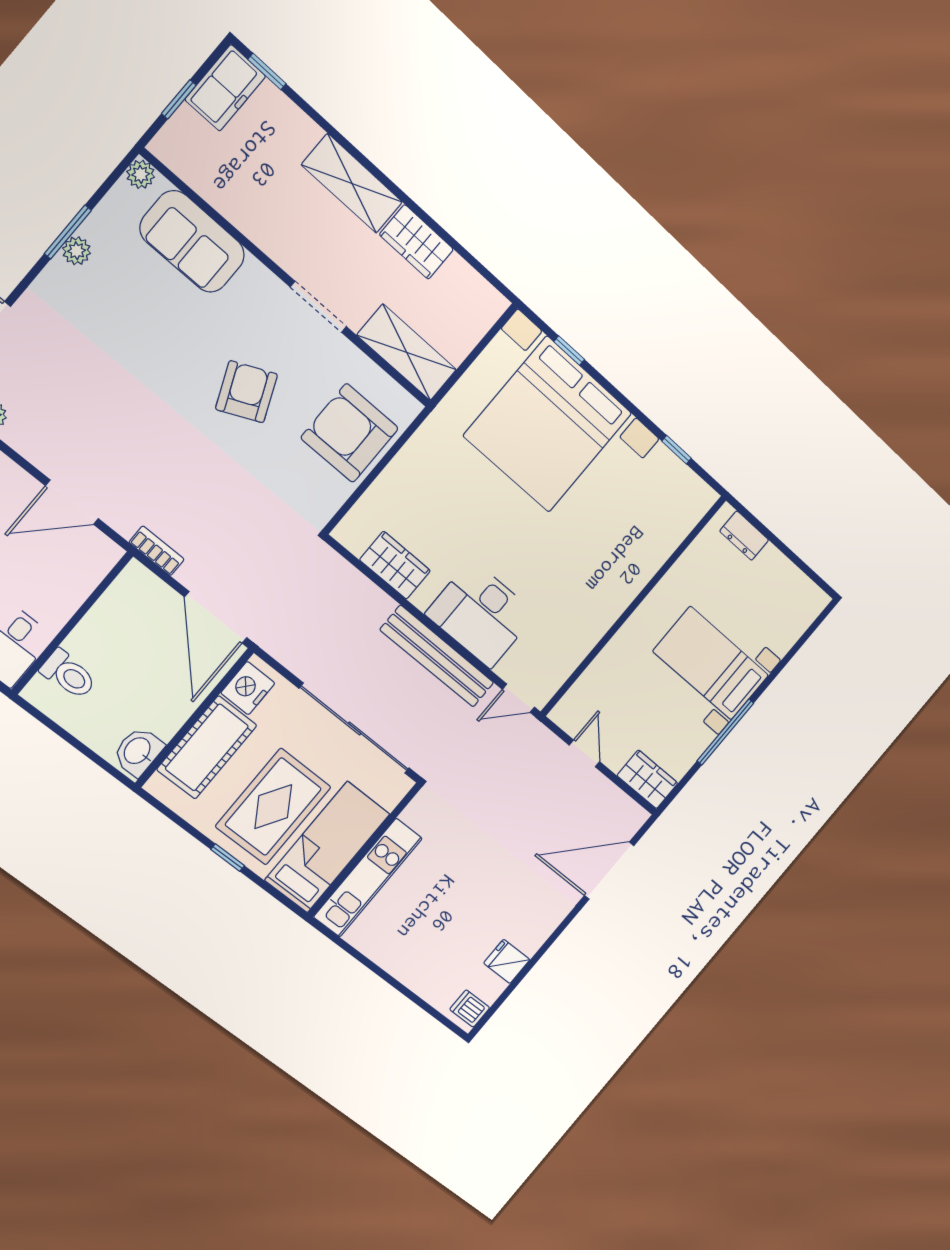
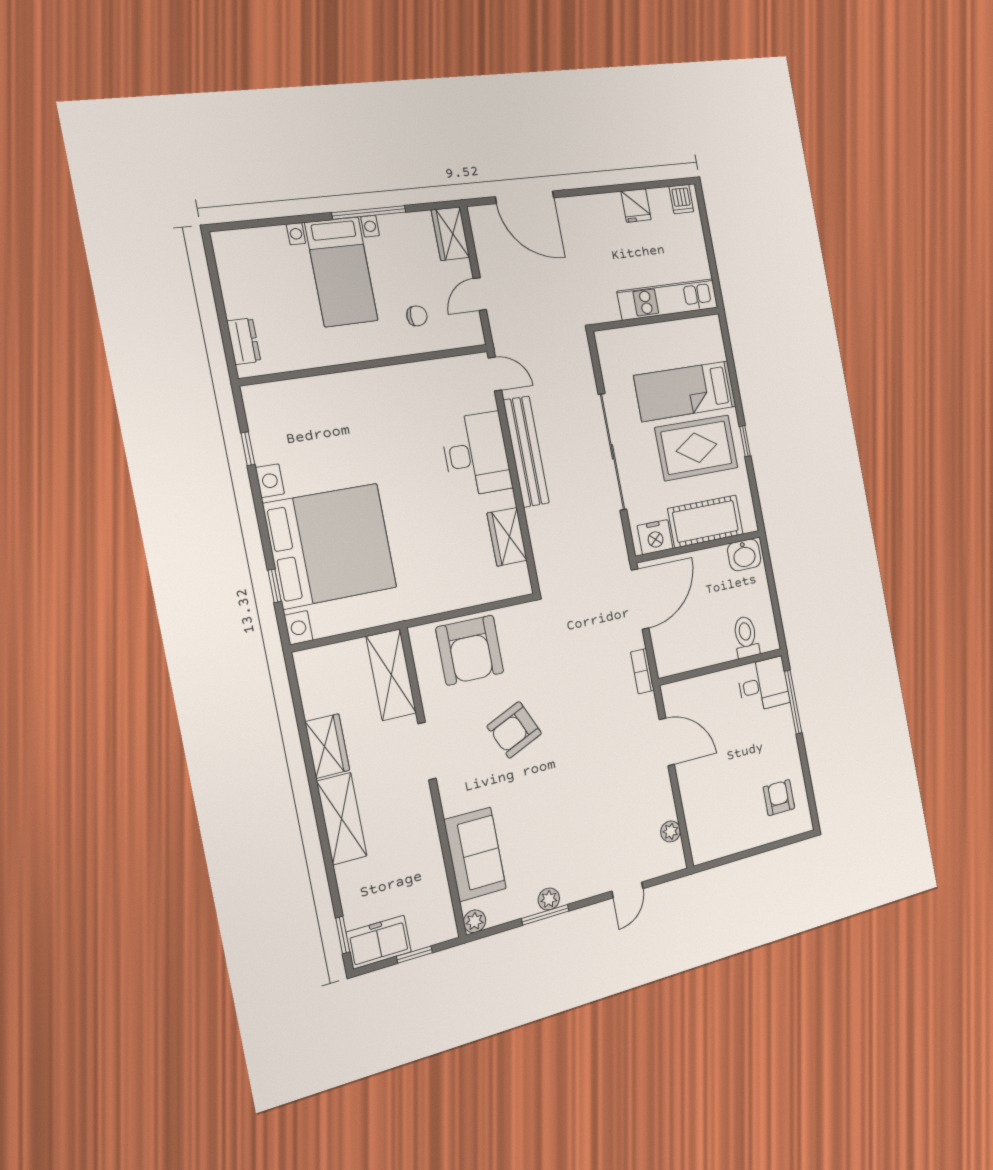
chair: (623, 685) -> (417, 316), added
wall: (365, 850) -> (656, 319), moved
kitchen unit: (368, 878) -> (668, 299), moved

